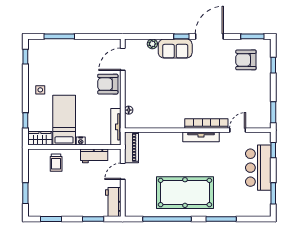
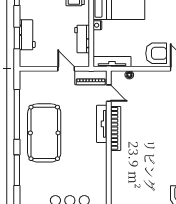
armchair: (108, 84) -> (156, 53), turned 90
bookcase: (206, 123) -> (116, 128), moved
door: (238, 130) -> (109, 93), moved
tv unit: (201, 137) -> (102, 124), moved
workbench: (113, 202) -> (27, 35), moved, turned 90

